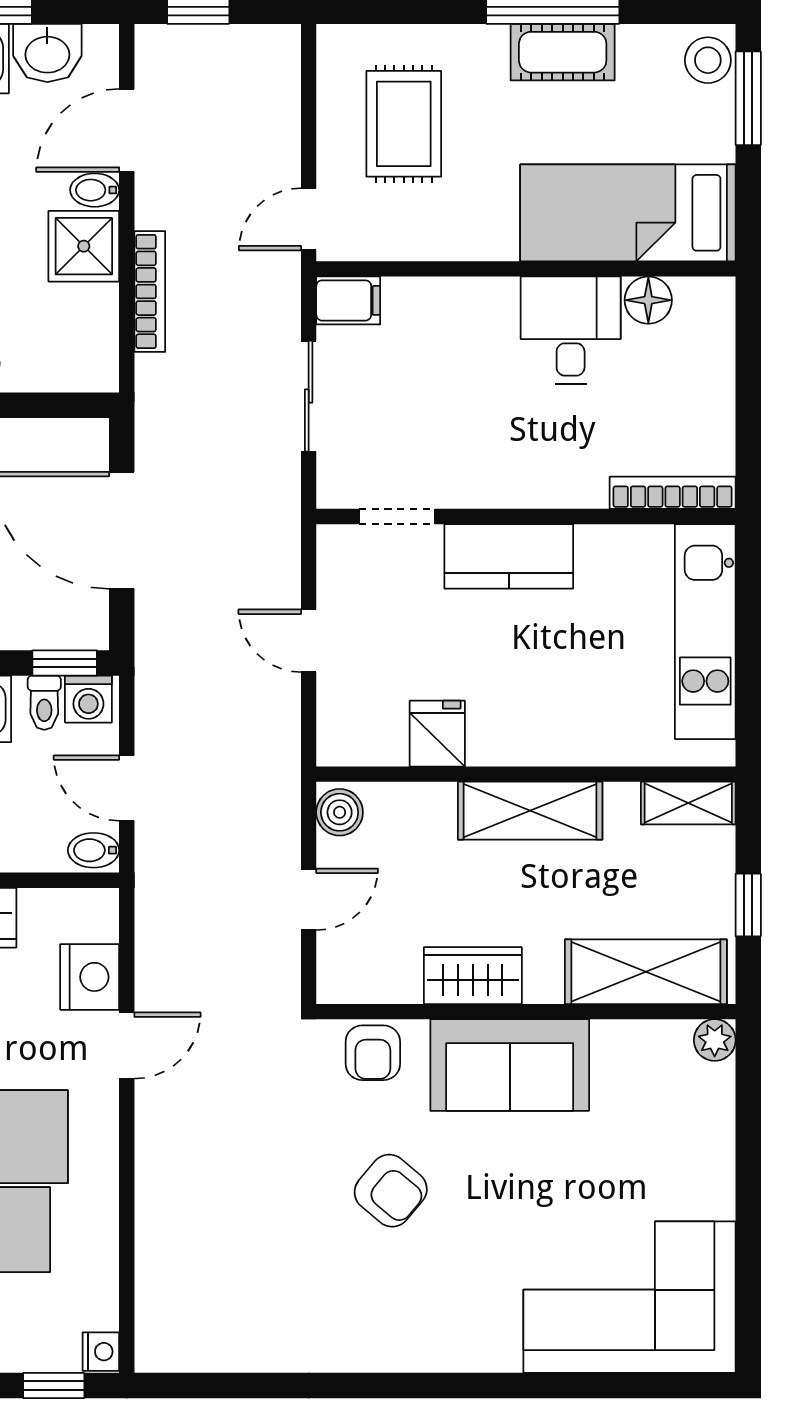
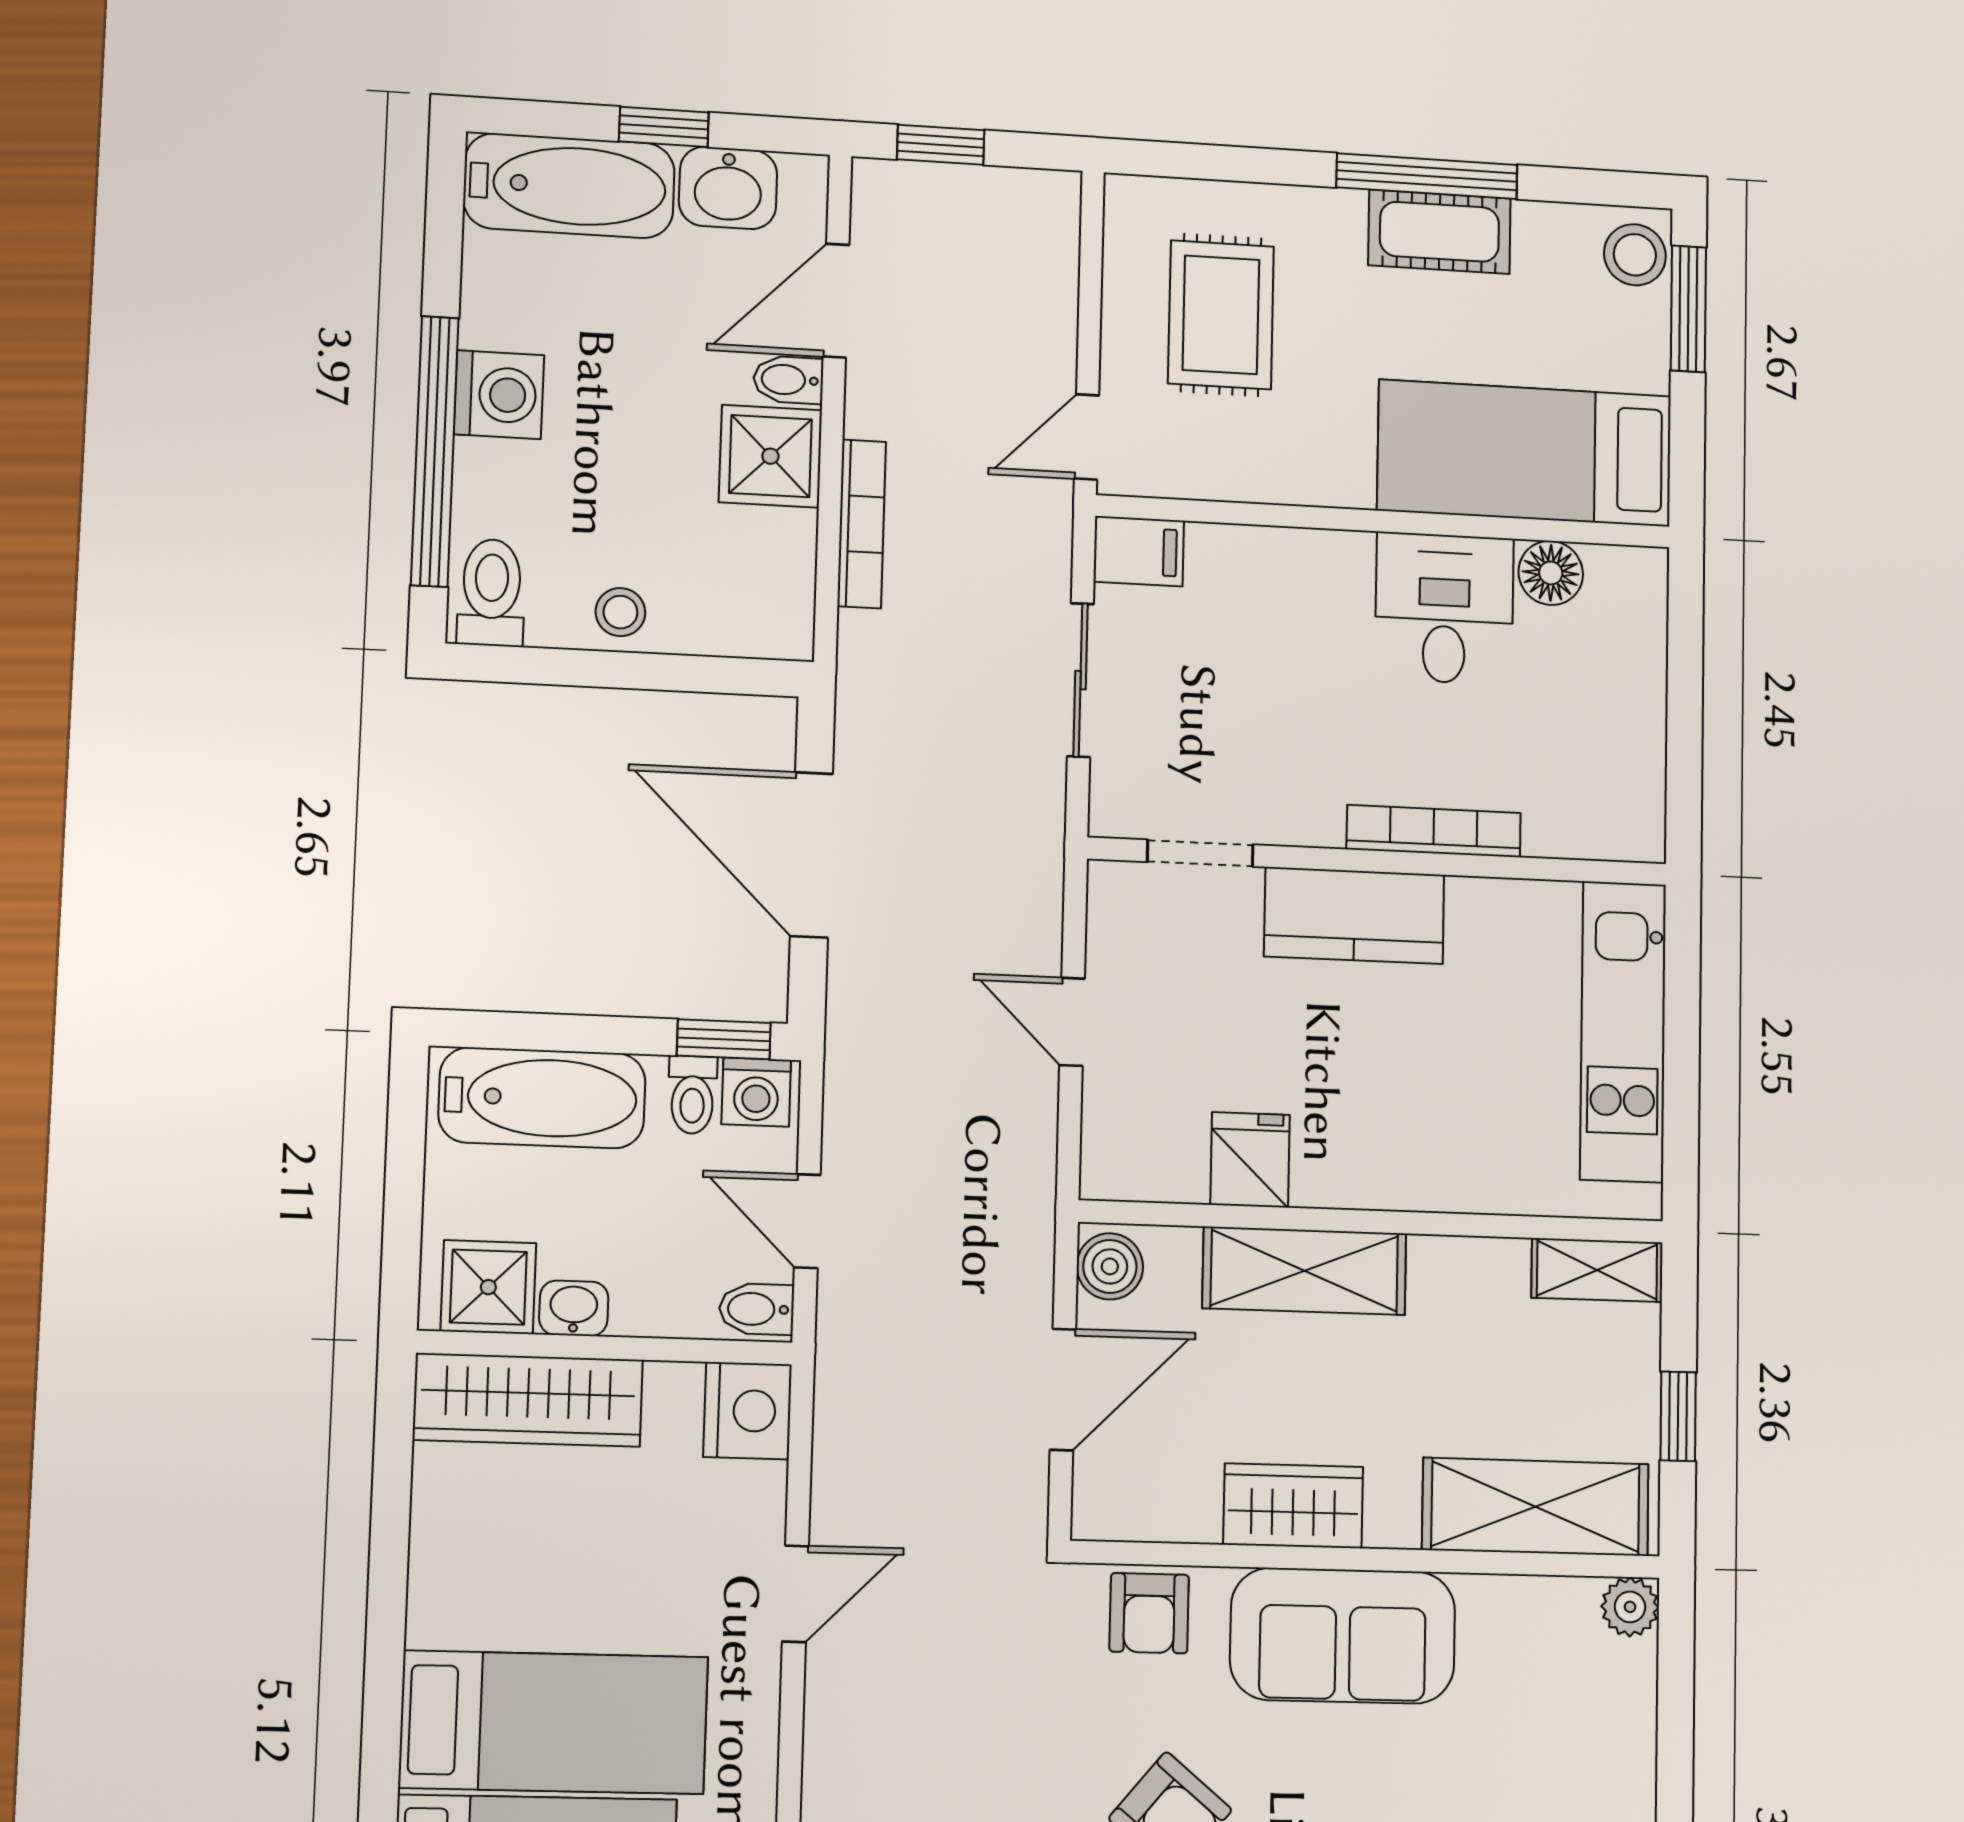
bookcase: (673, 493) -> (1434, 831), moved
shelving: (530, 811) -> (1304, 1271), moved
door: (309, 899) -> (1063, 1390), width x1.38
nightstand: (90, 977) -> (748, 1411), moved

